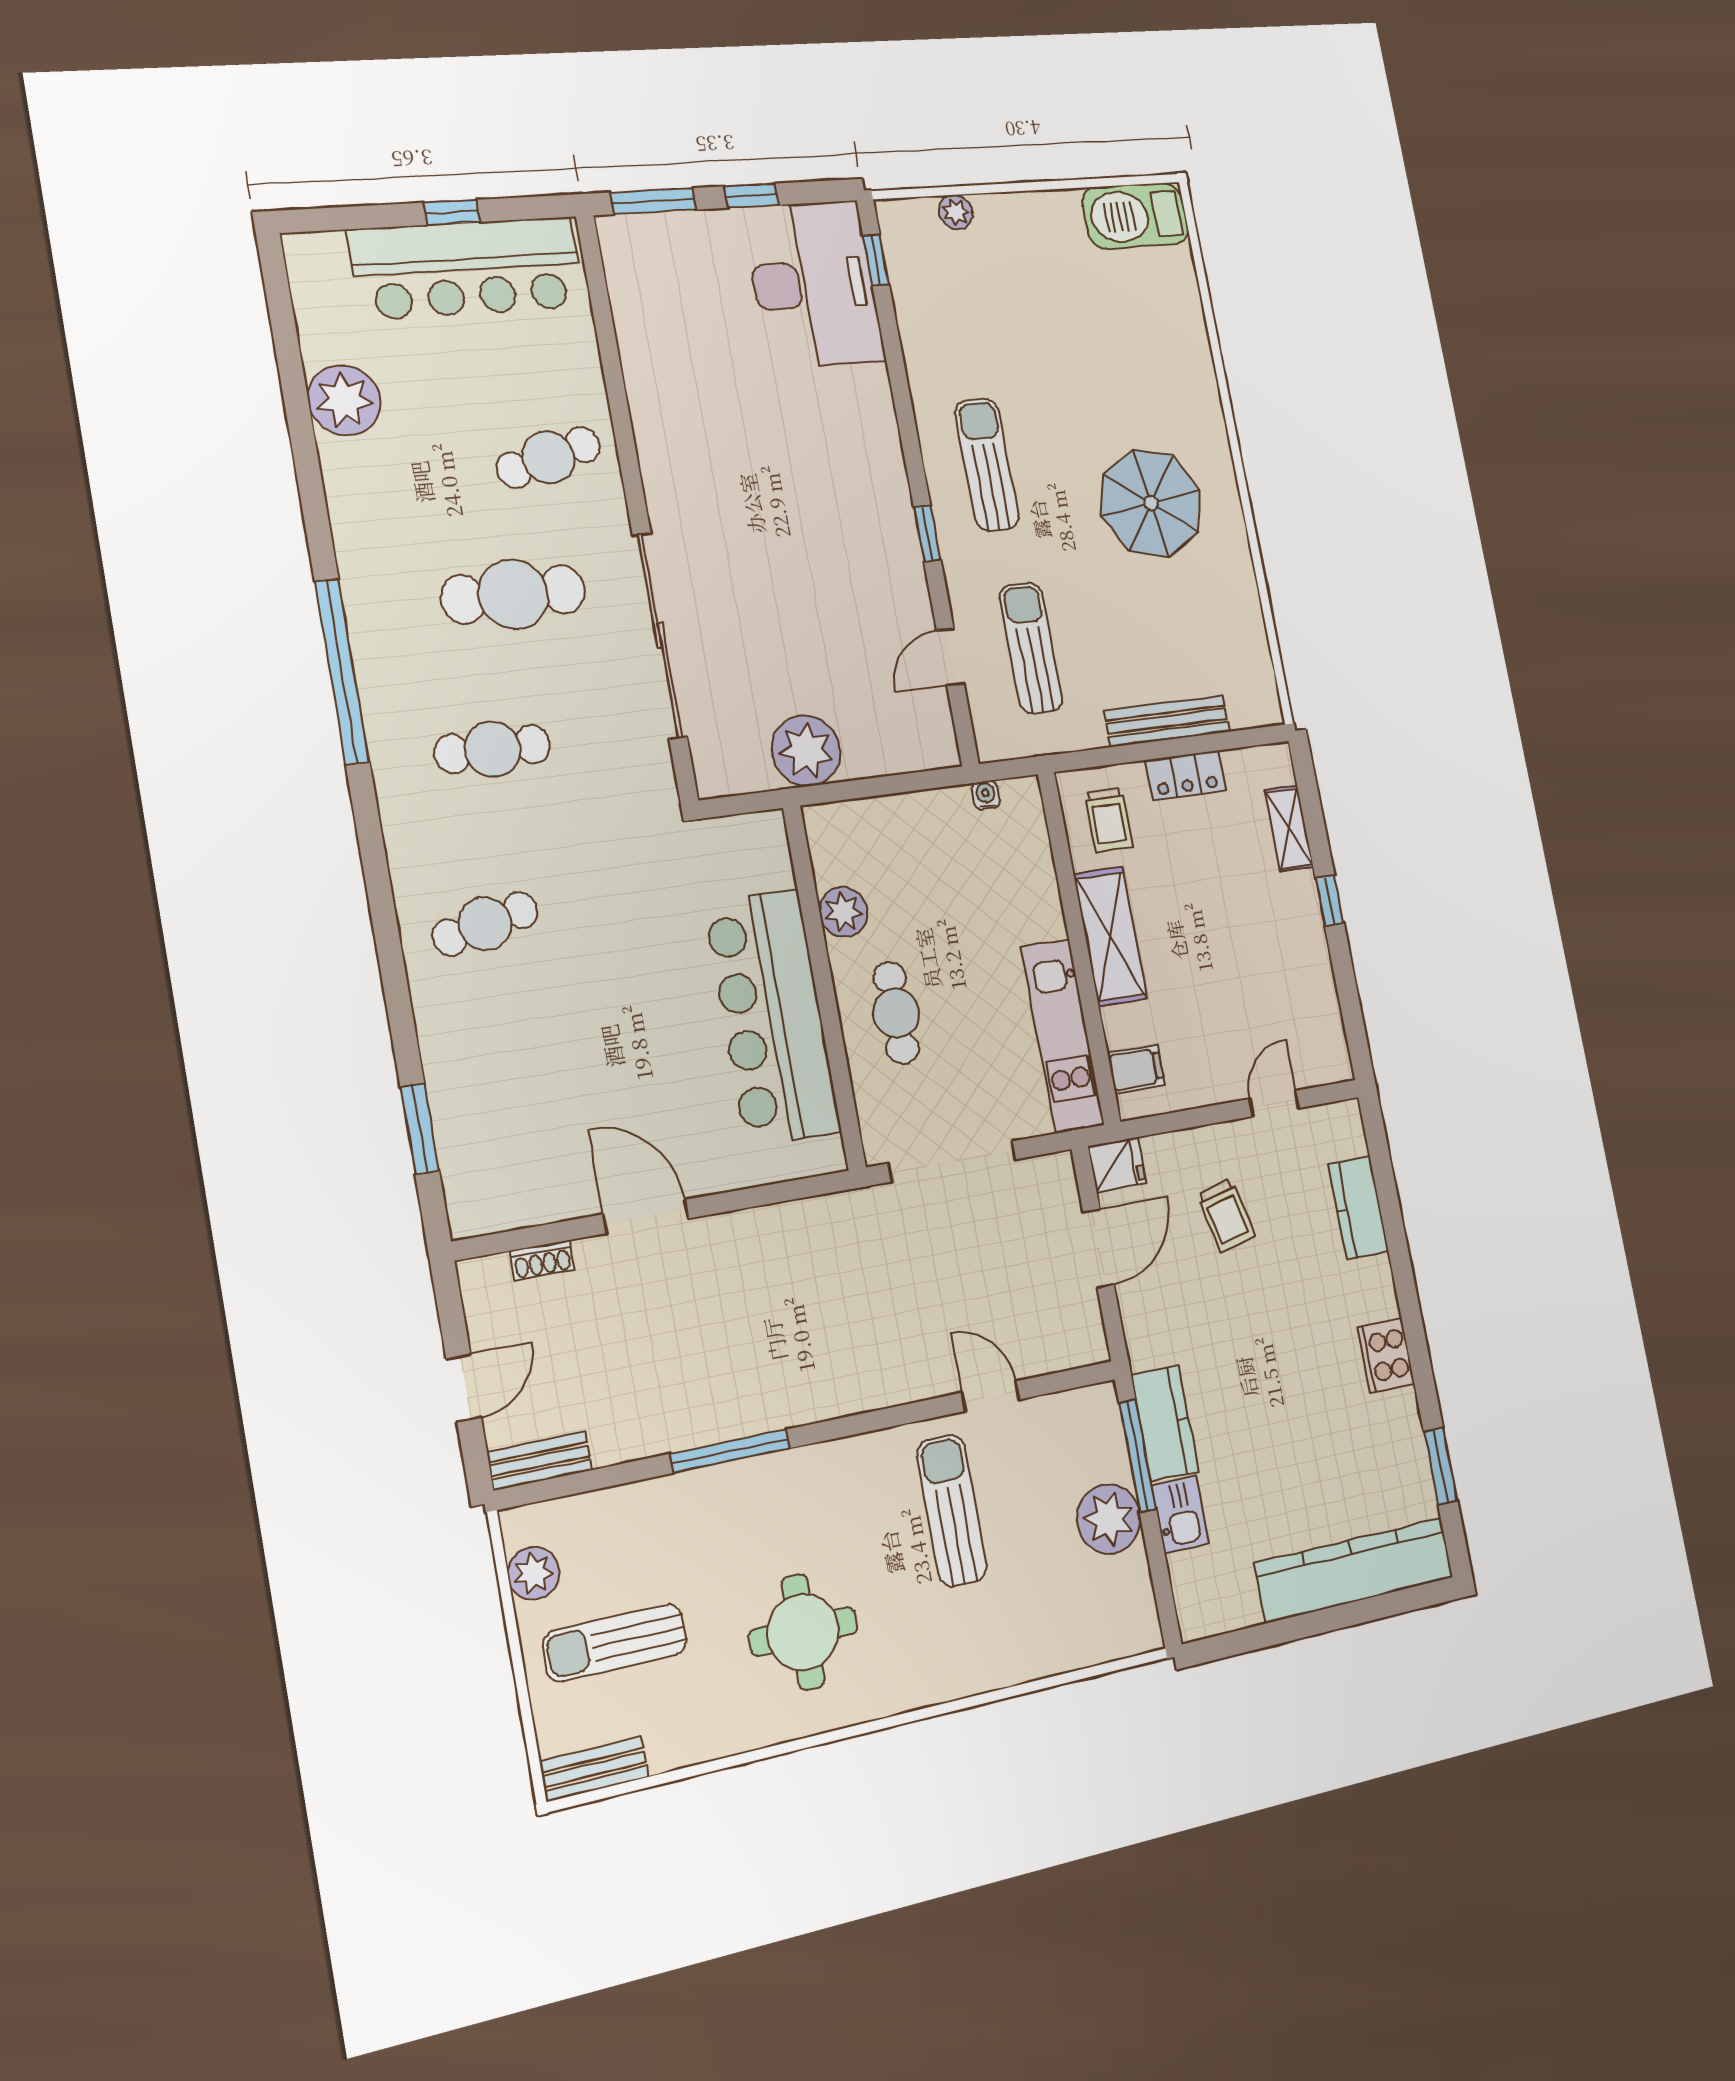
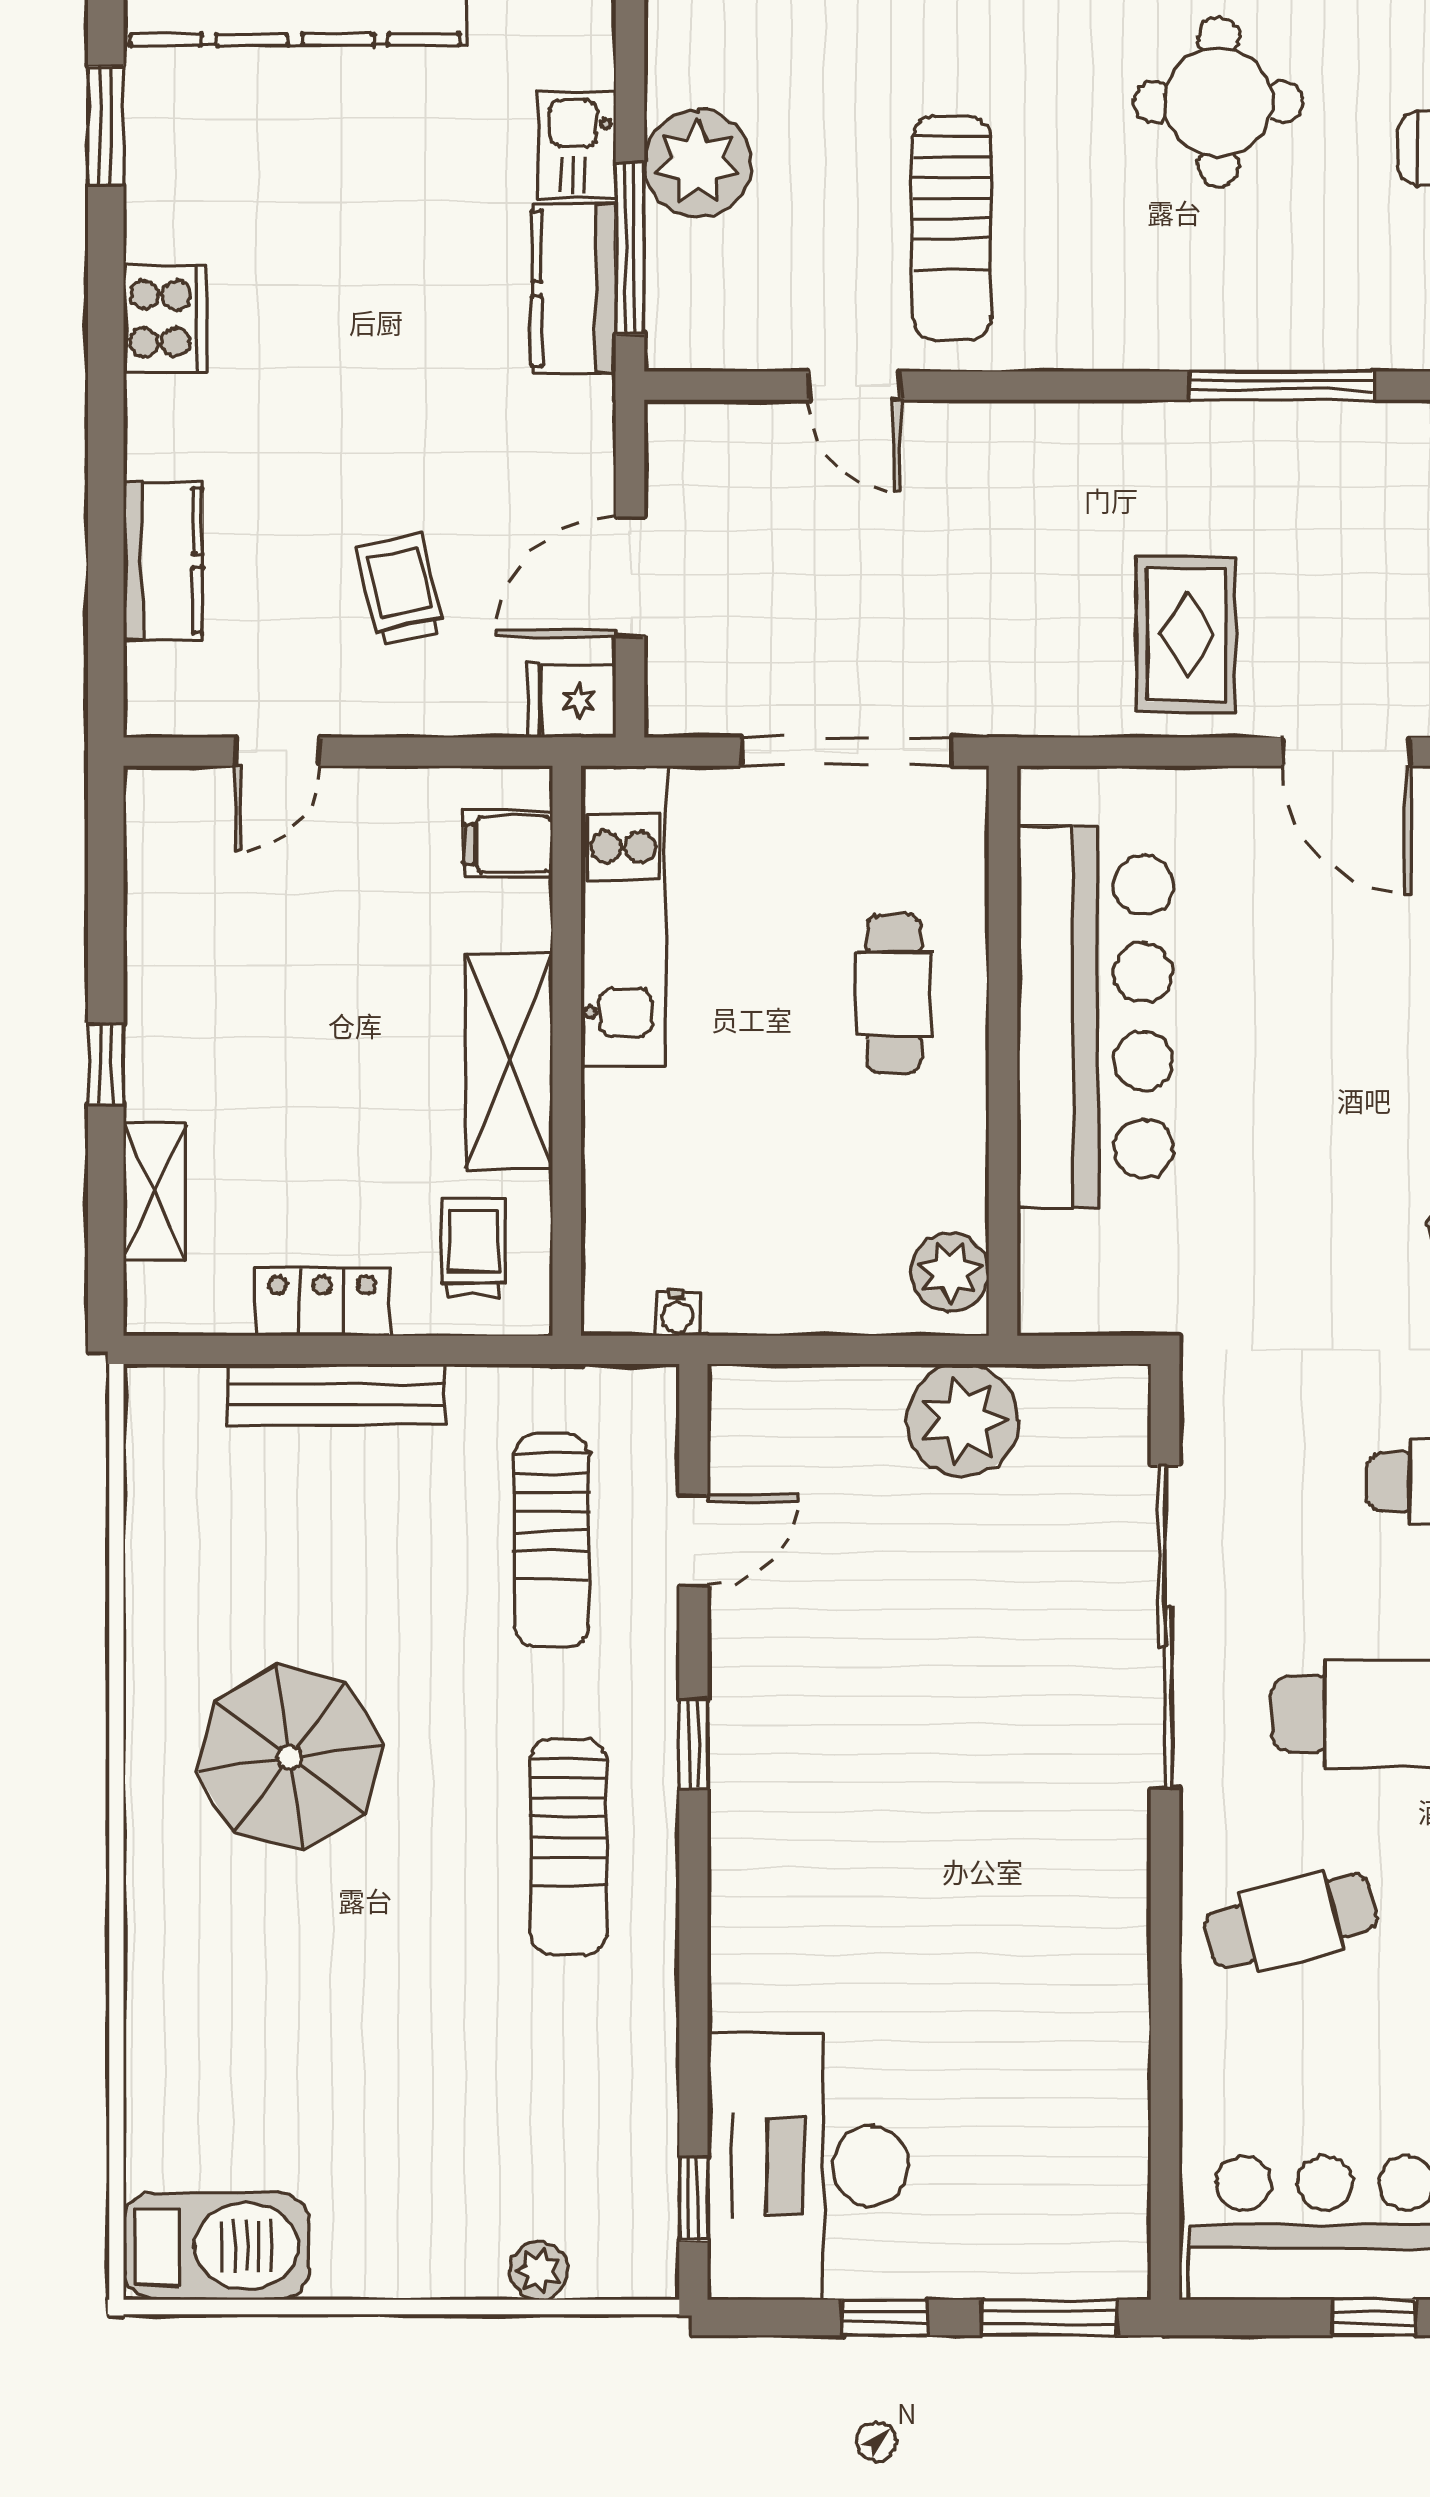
plant: (843, 912) -> (950, 1272), moved
rug: (760, 1275) -> (1186, 635), added

